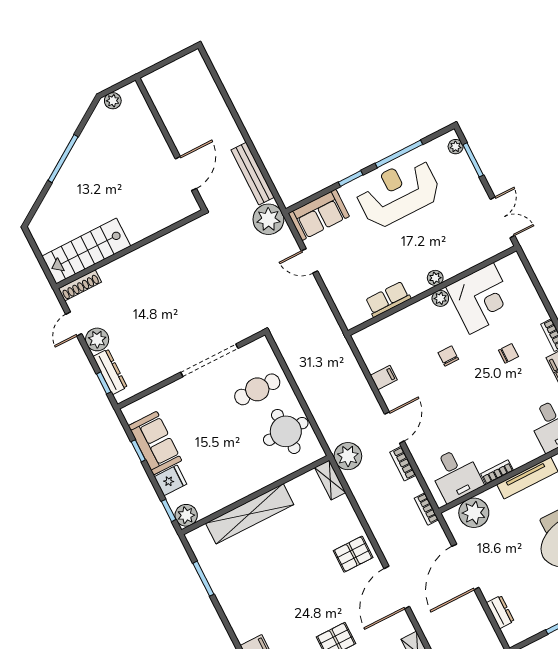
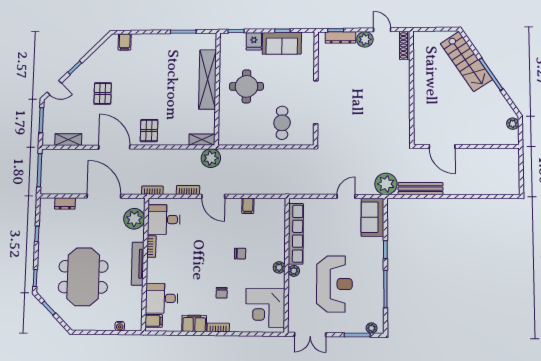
reception desk: (398, 193) -> (334, 284), moved
stairs: (86, 251) -> (466, 61), moved, turned 147
corner desk: (481, 298) -> (265, 308), moved
row of seats: (388, 299) -> (296, 234), width x2.02
round table: (286, 431) -> (246, 86), moved
plant: (186, 515) -> (227, 40), removed

